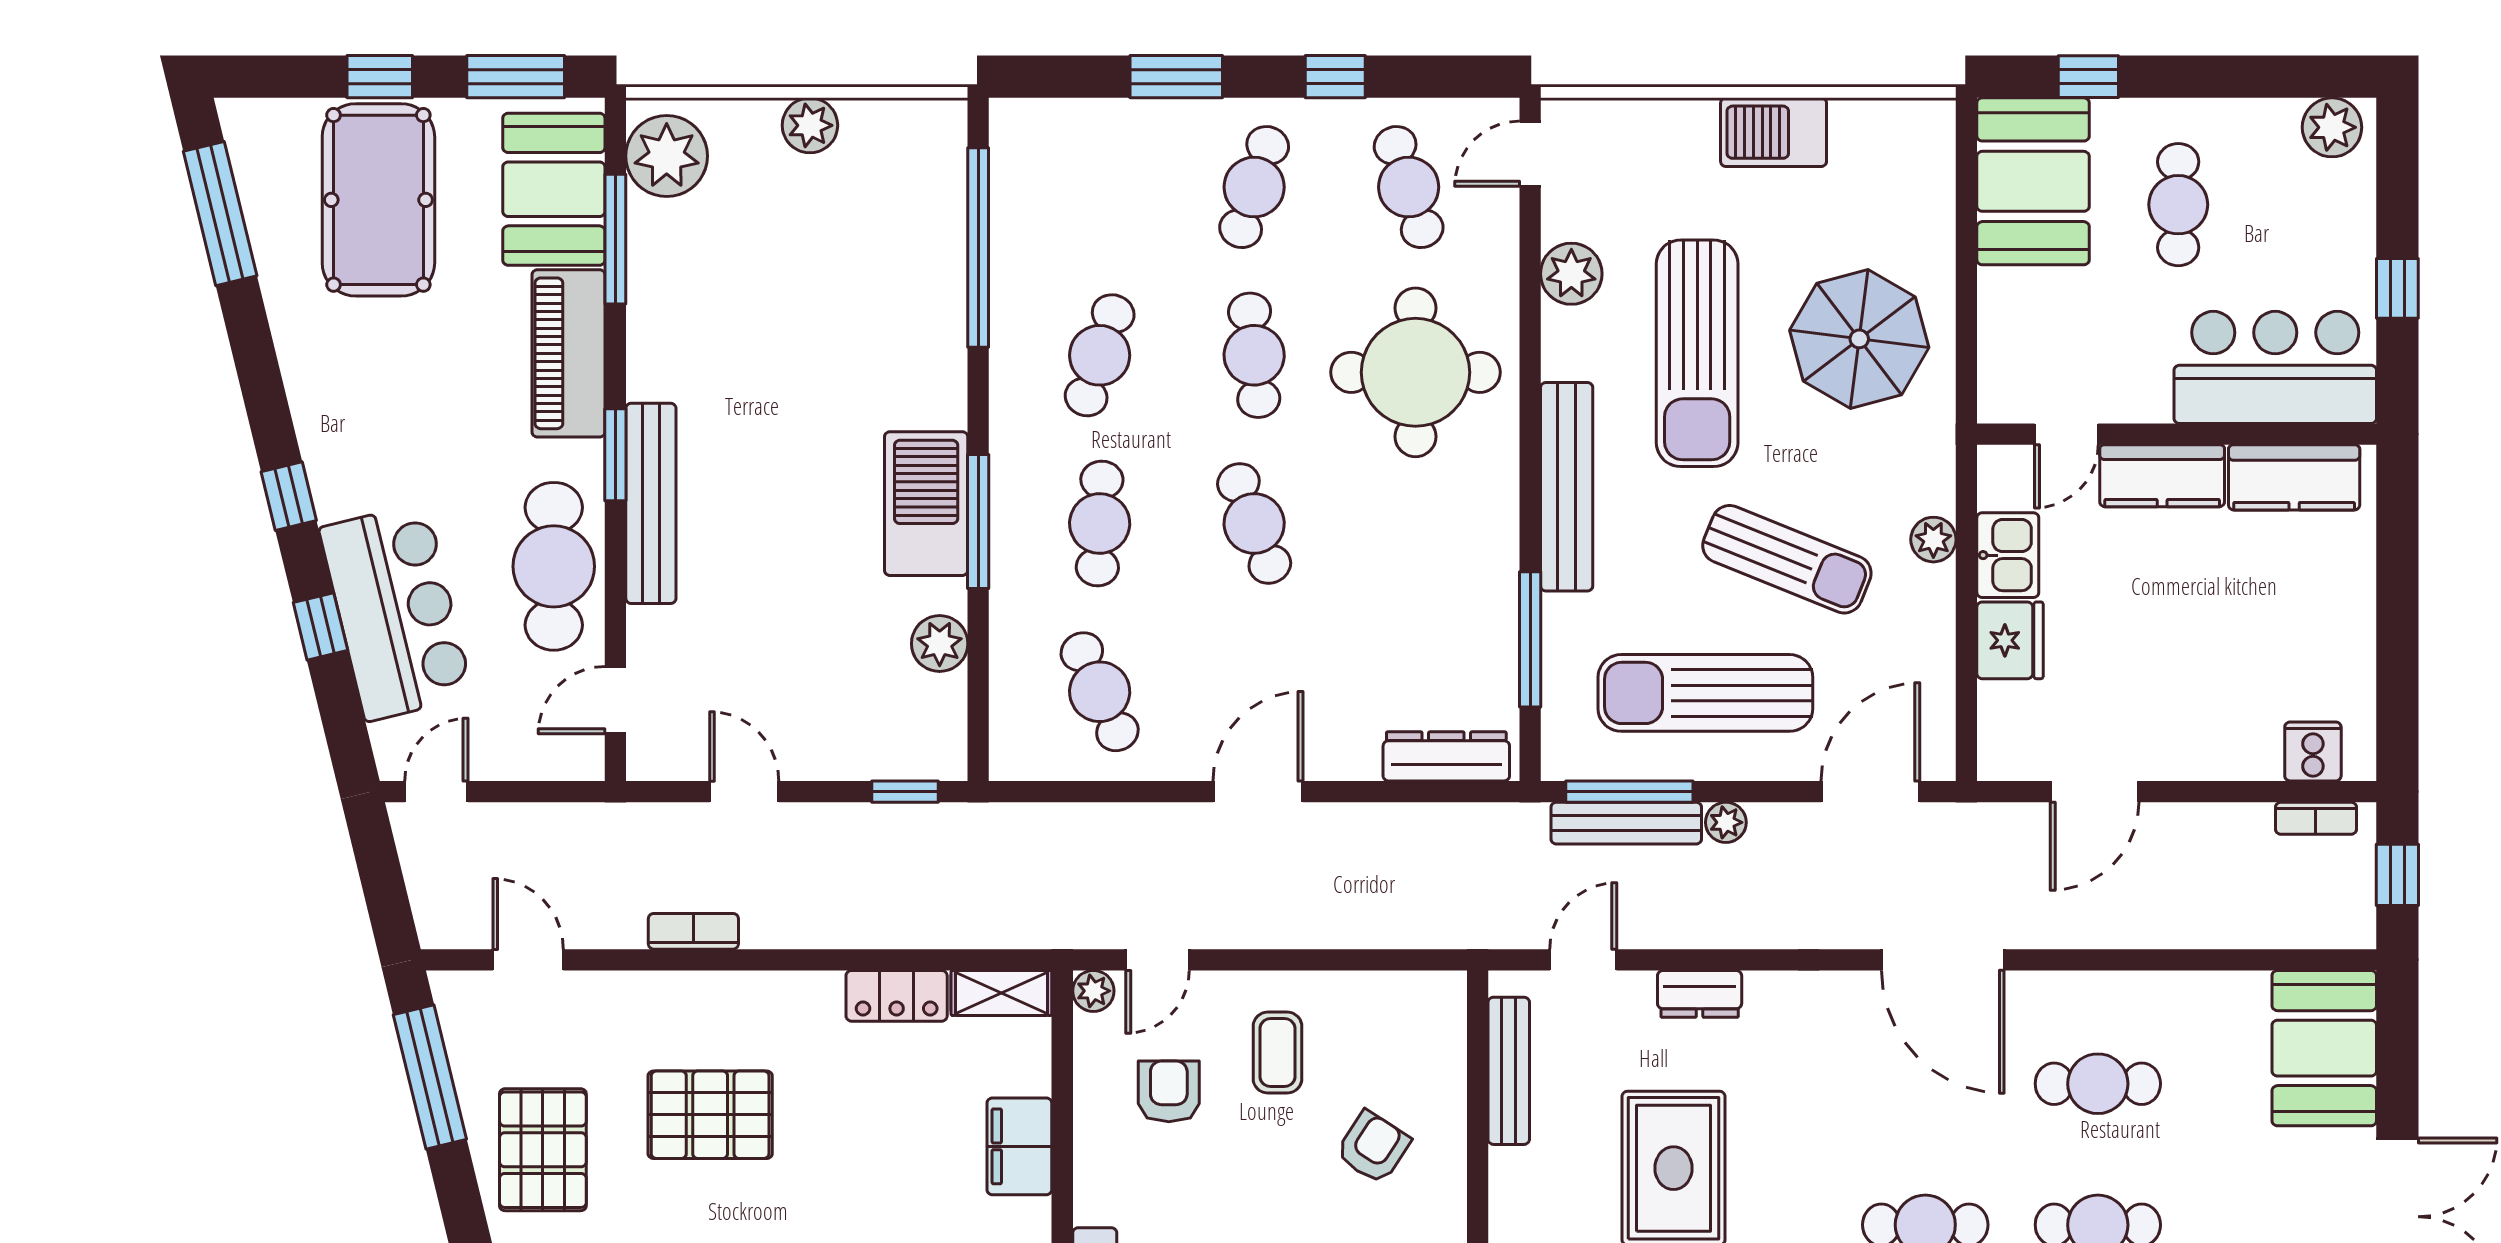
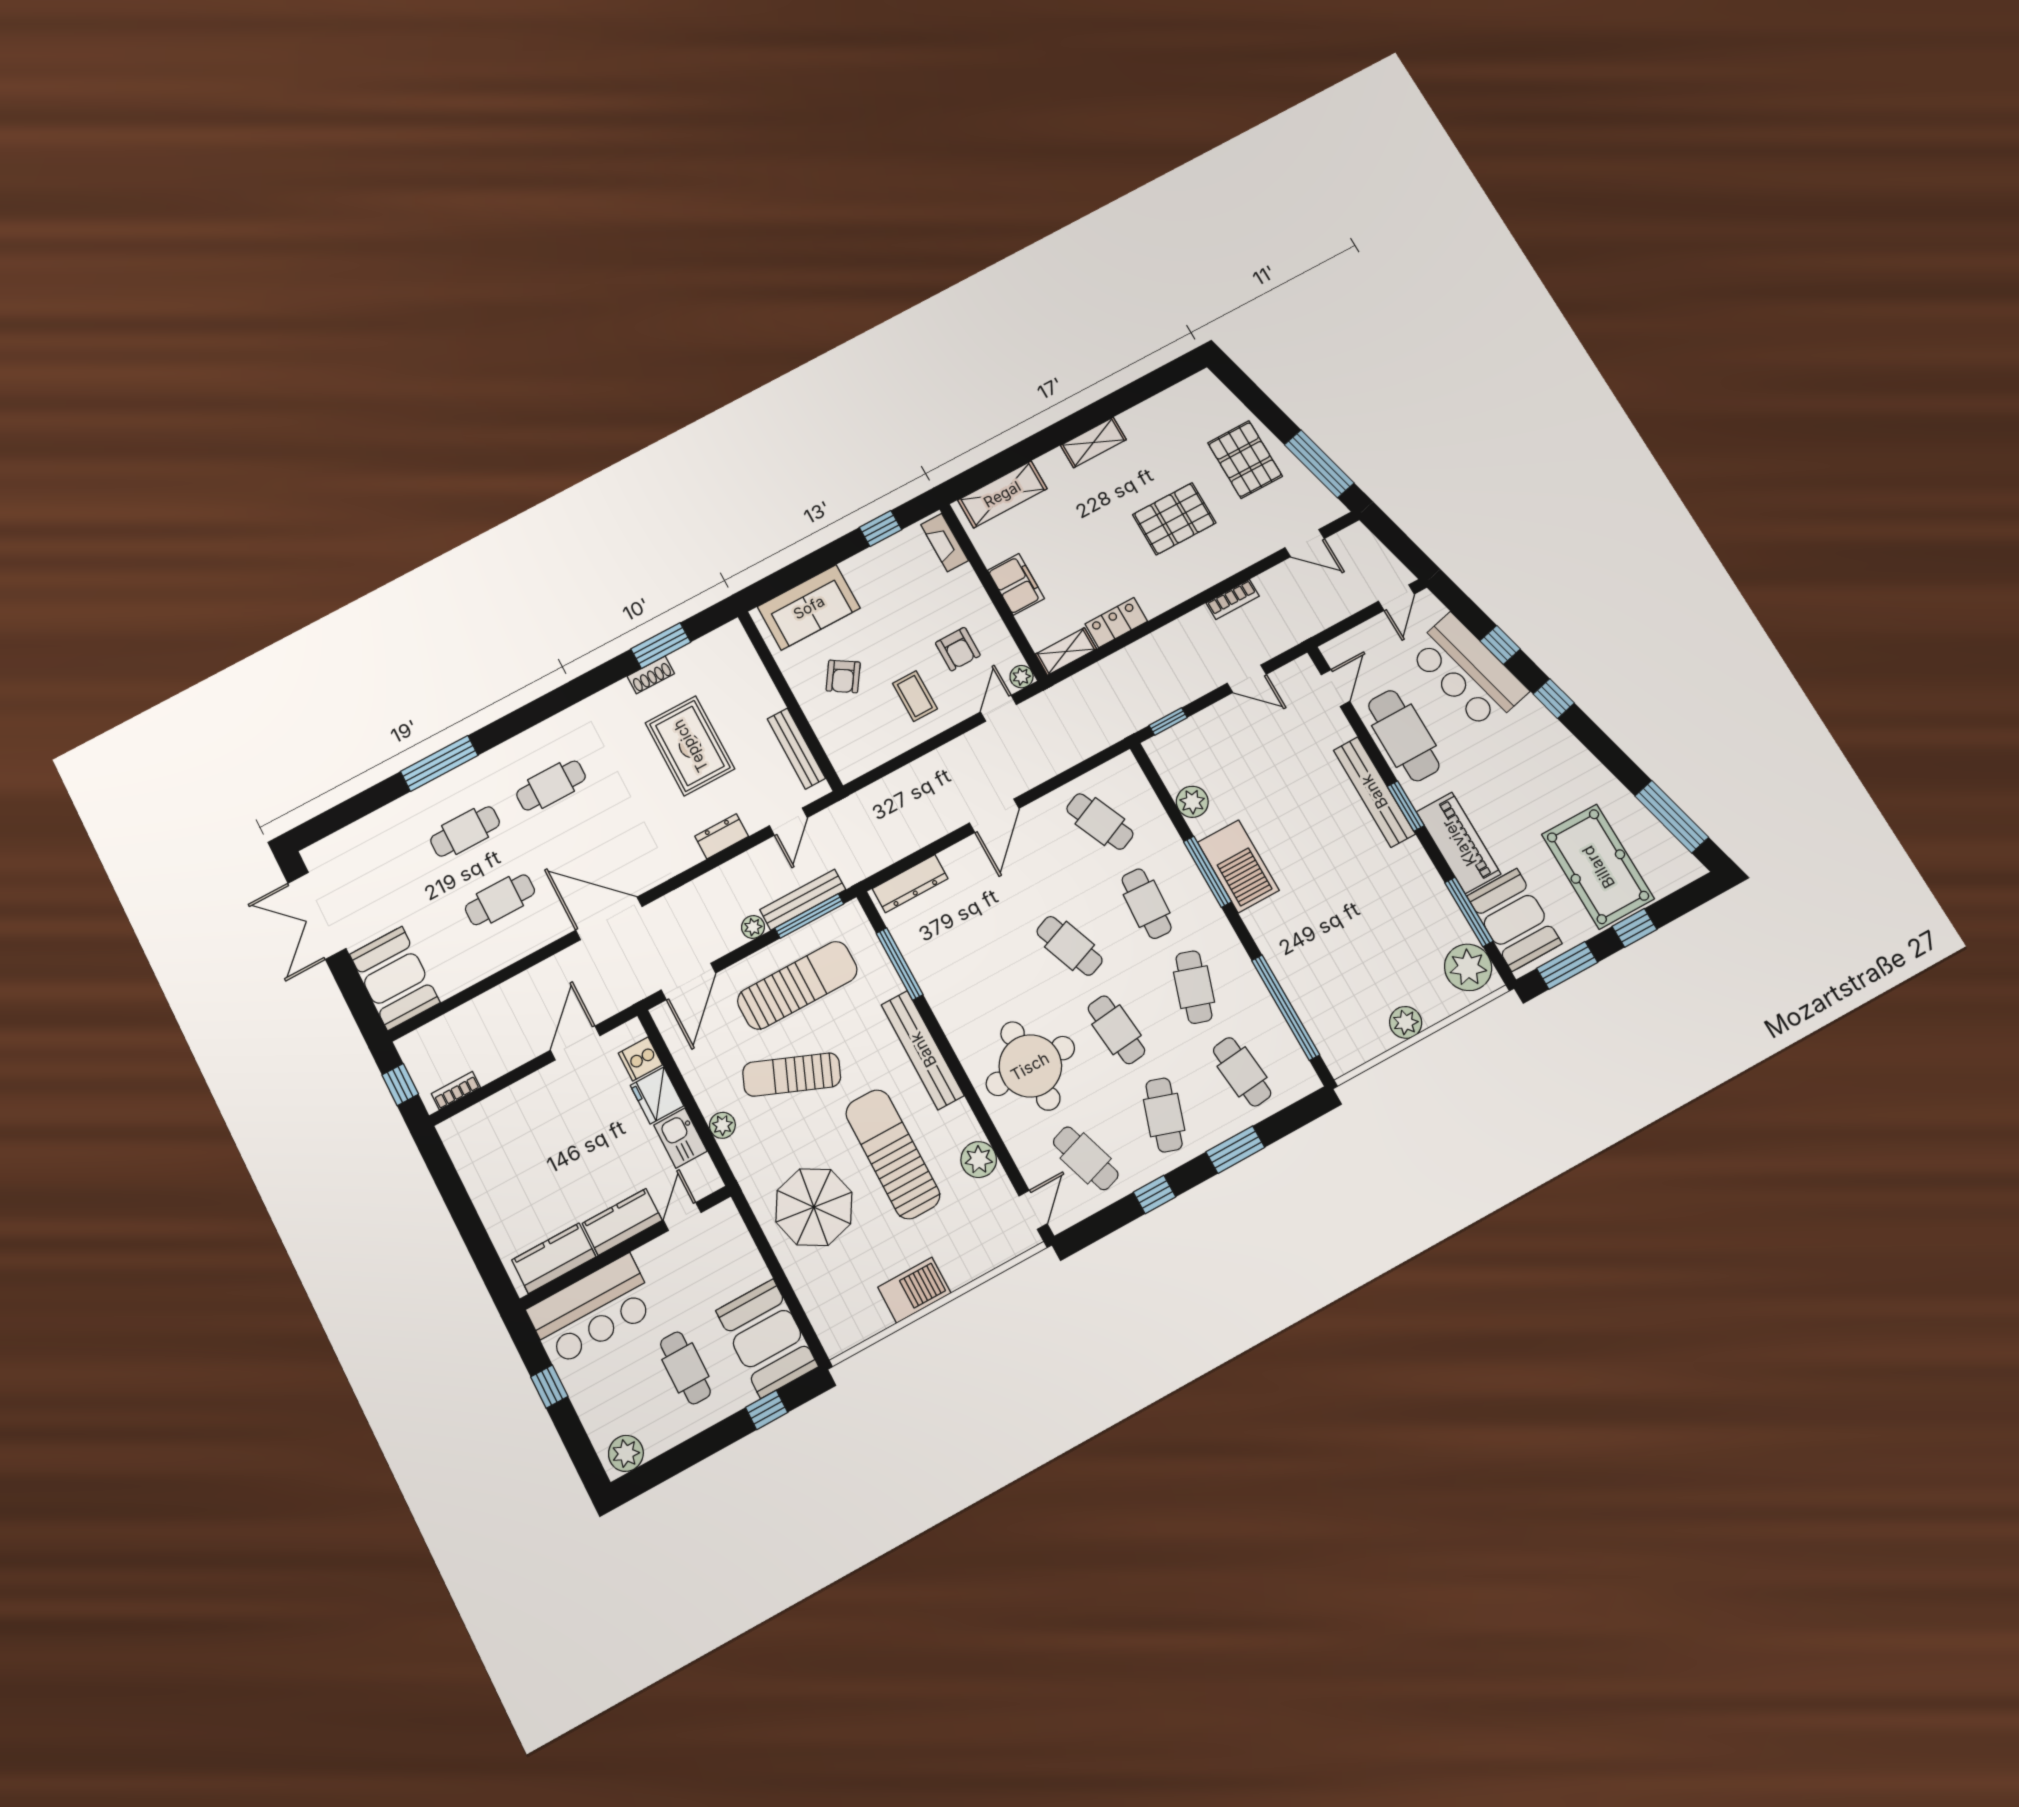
cafe table: (1100, 187) -> (1242, 1072), added
cooker: (2313, 751) -> (640, 1059), moved, turned 90

